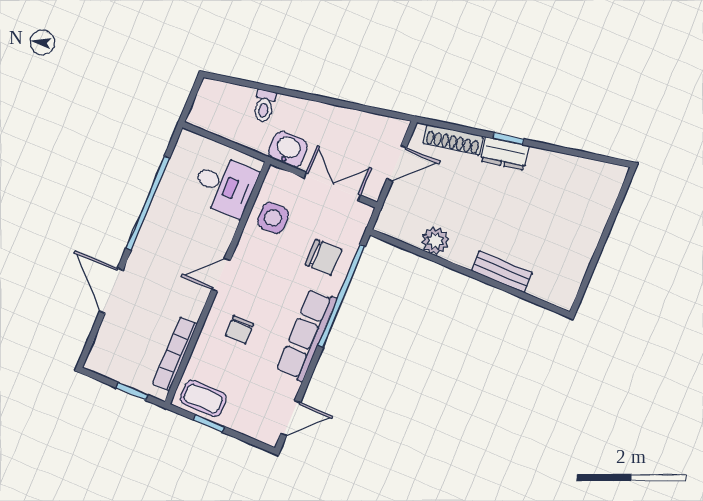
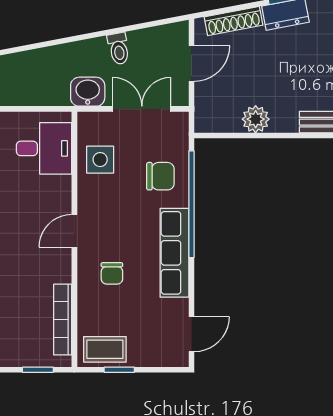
toilet: (264, 106) -> (119, 49), moved

